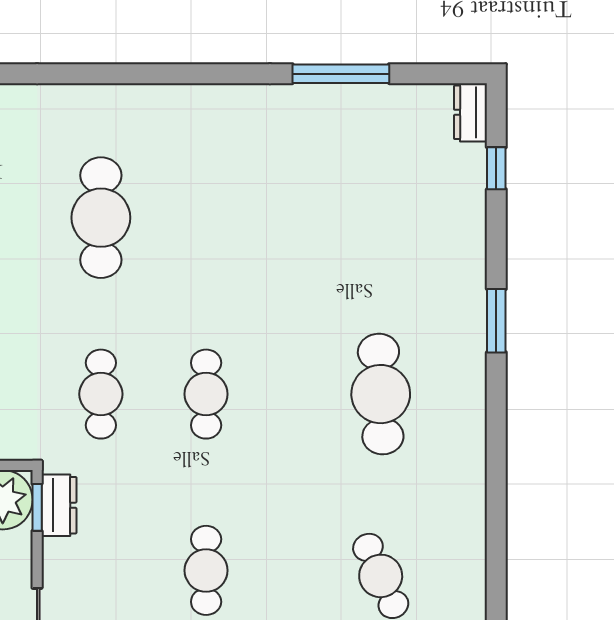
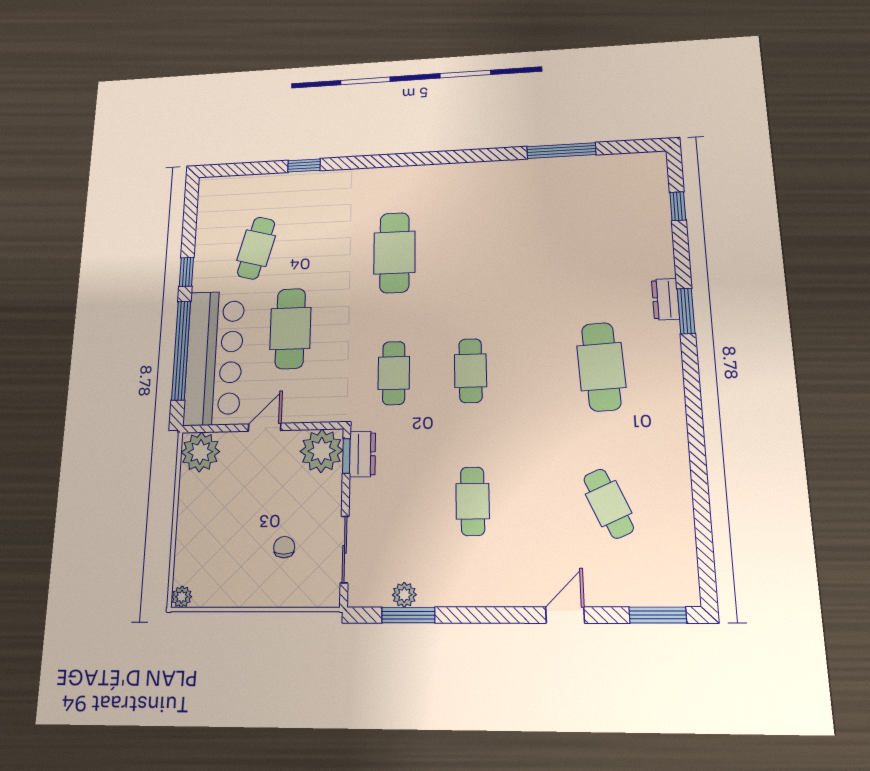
dresser: (471, 112) -> (665, 299), moved

